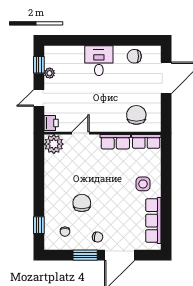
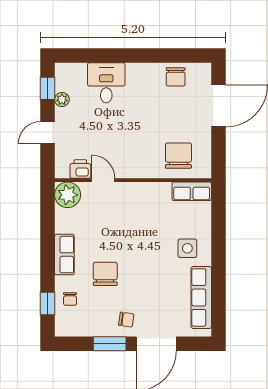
chair: (134, 56) -> (176, 77), turned -90
desk: (99, 61) -> (106, 83), moved
printer: (51, 123) -> (80, 169), moved, turned -90
door: (80, 133) -> (103, 180), hinge flipped
row of seats: (115, 142) -> (64, 255), moved, turned -90
chair: (65, 232) -> (70, 299), moved

